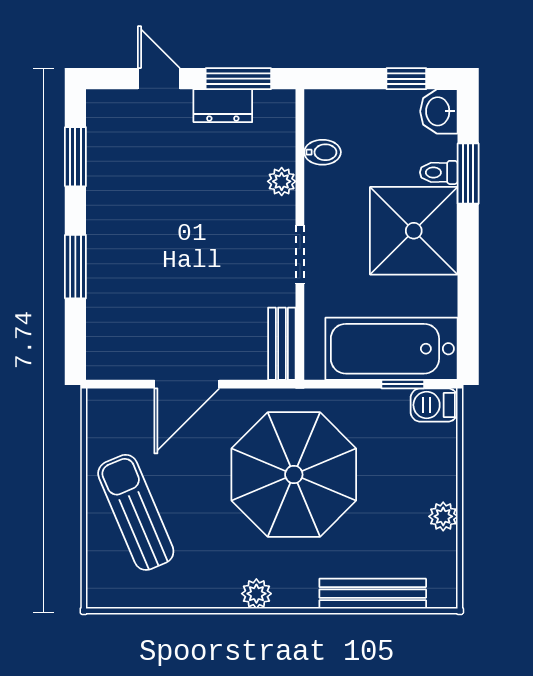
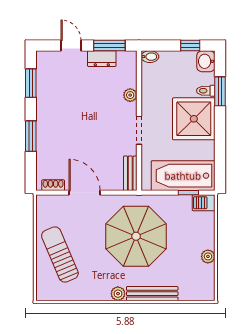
bidet: (323, 152) -> (150, 57), moved
shoe rack: (122, 369) -> (53, 185), added
door: (187, 384) -> (84, 193), swing flipped
bench: (373, 594) -> (152, 294), moved

